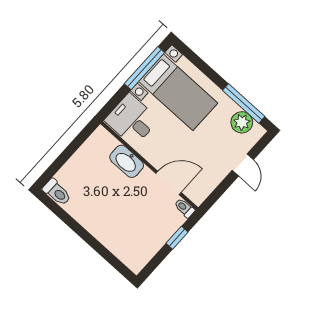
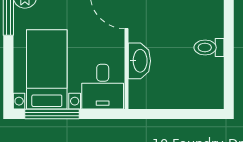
toilet: (57, 192) -> (209, 48), moved, turned -90

